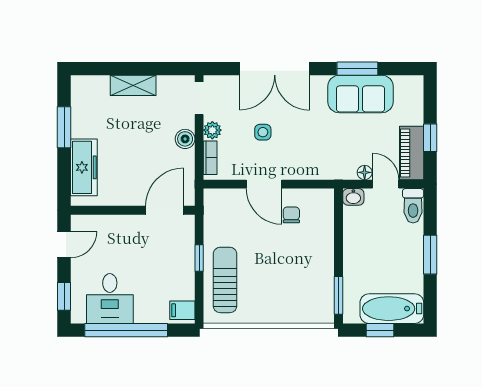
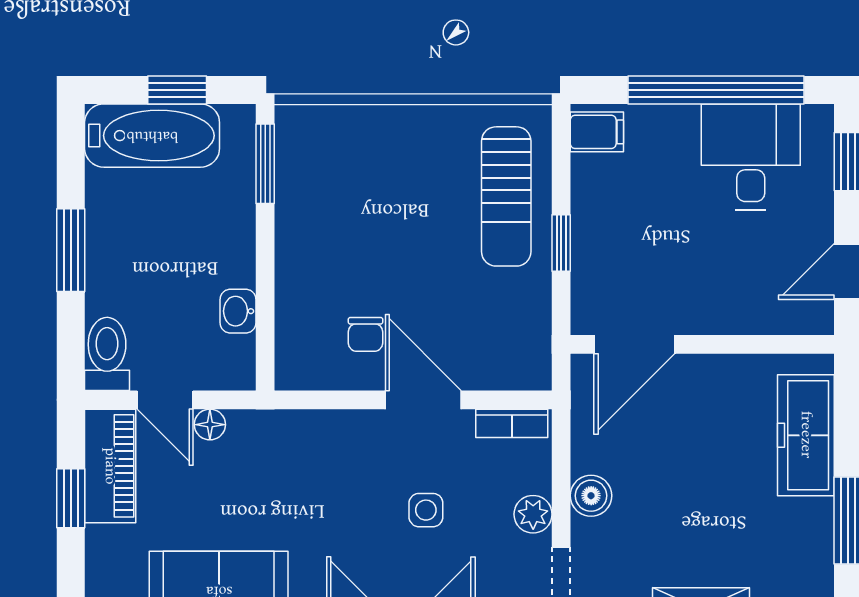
bookcase: (210, 158) -> (512, 423), moved, turned -90
washbasin: (353, 197) -> (238, 311), moved, turned -90

